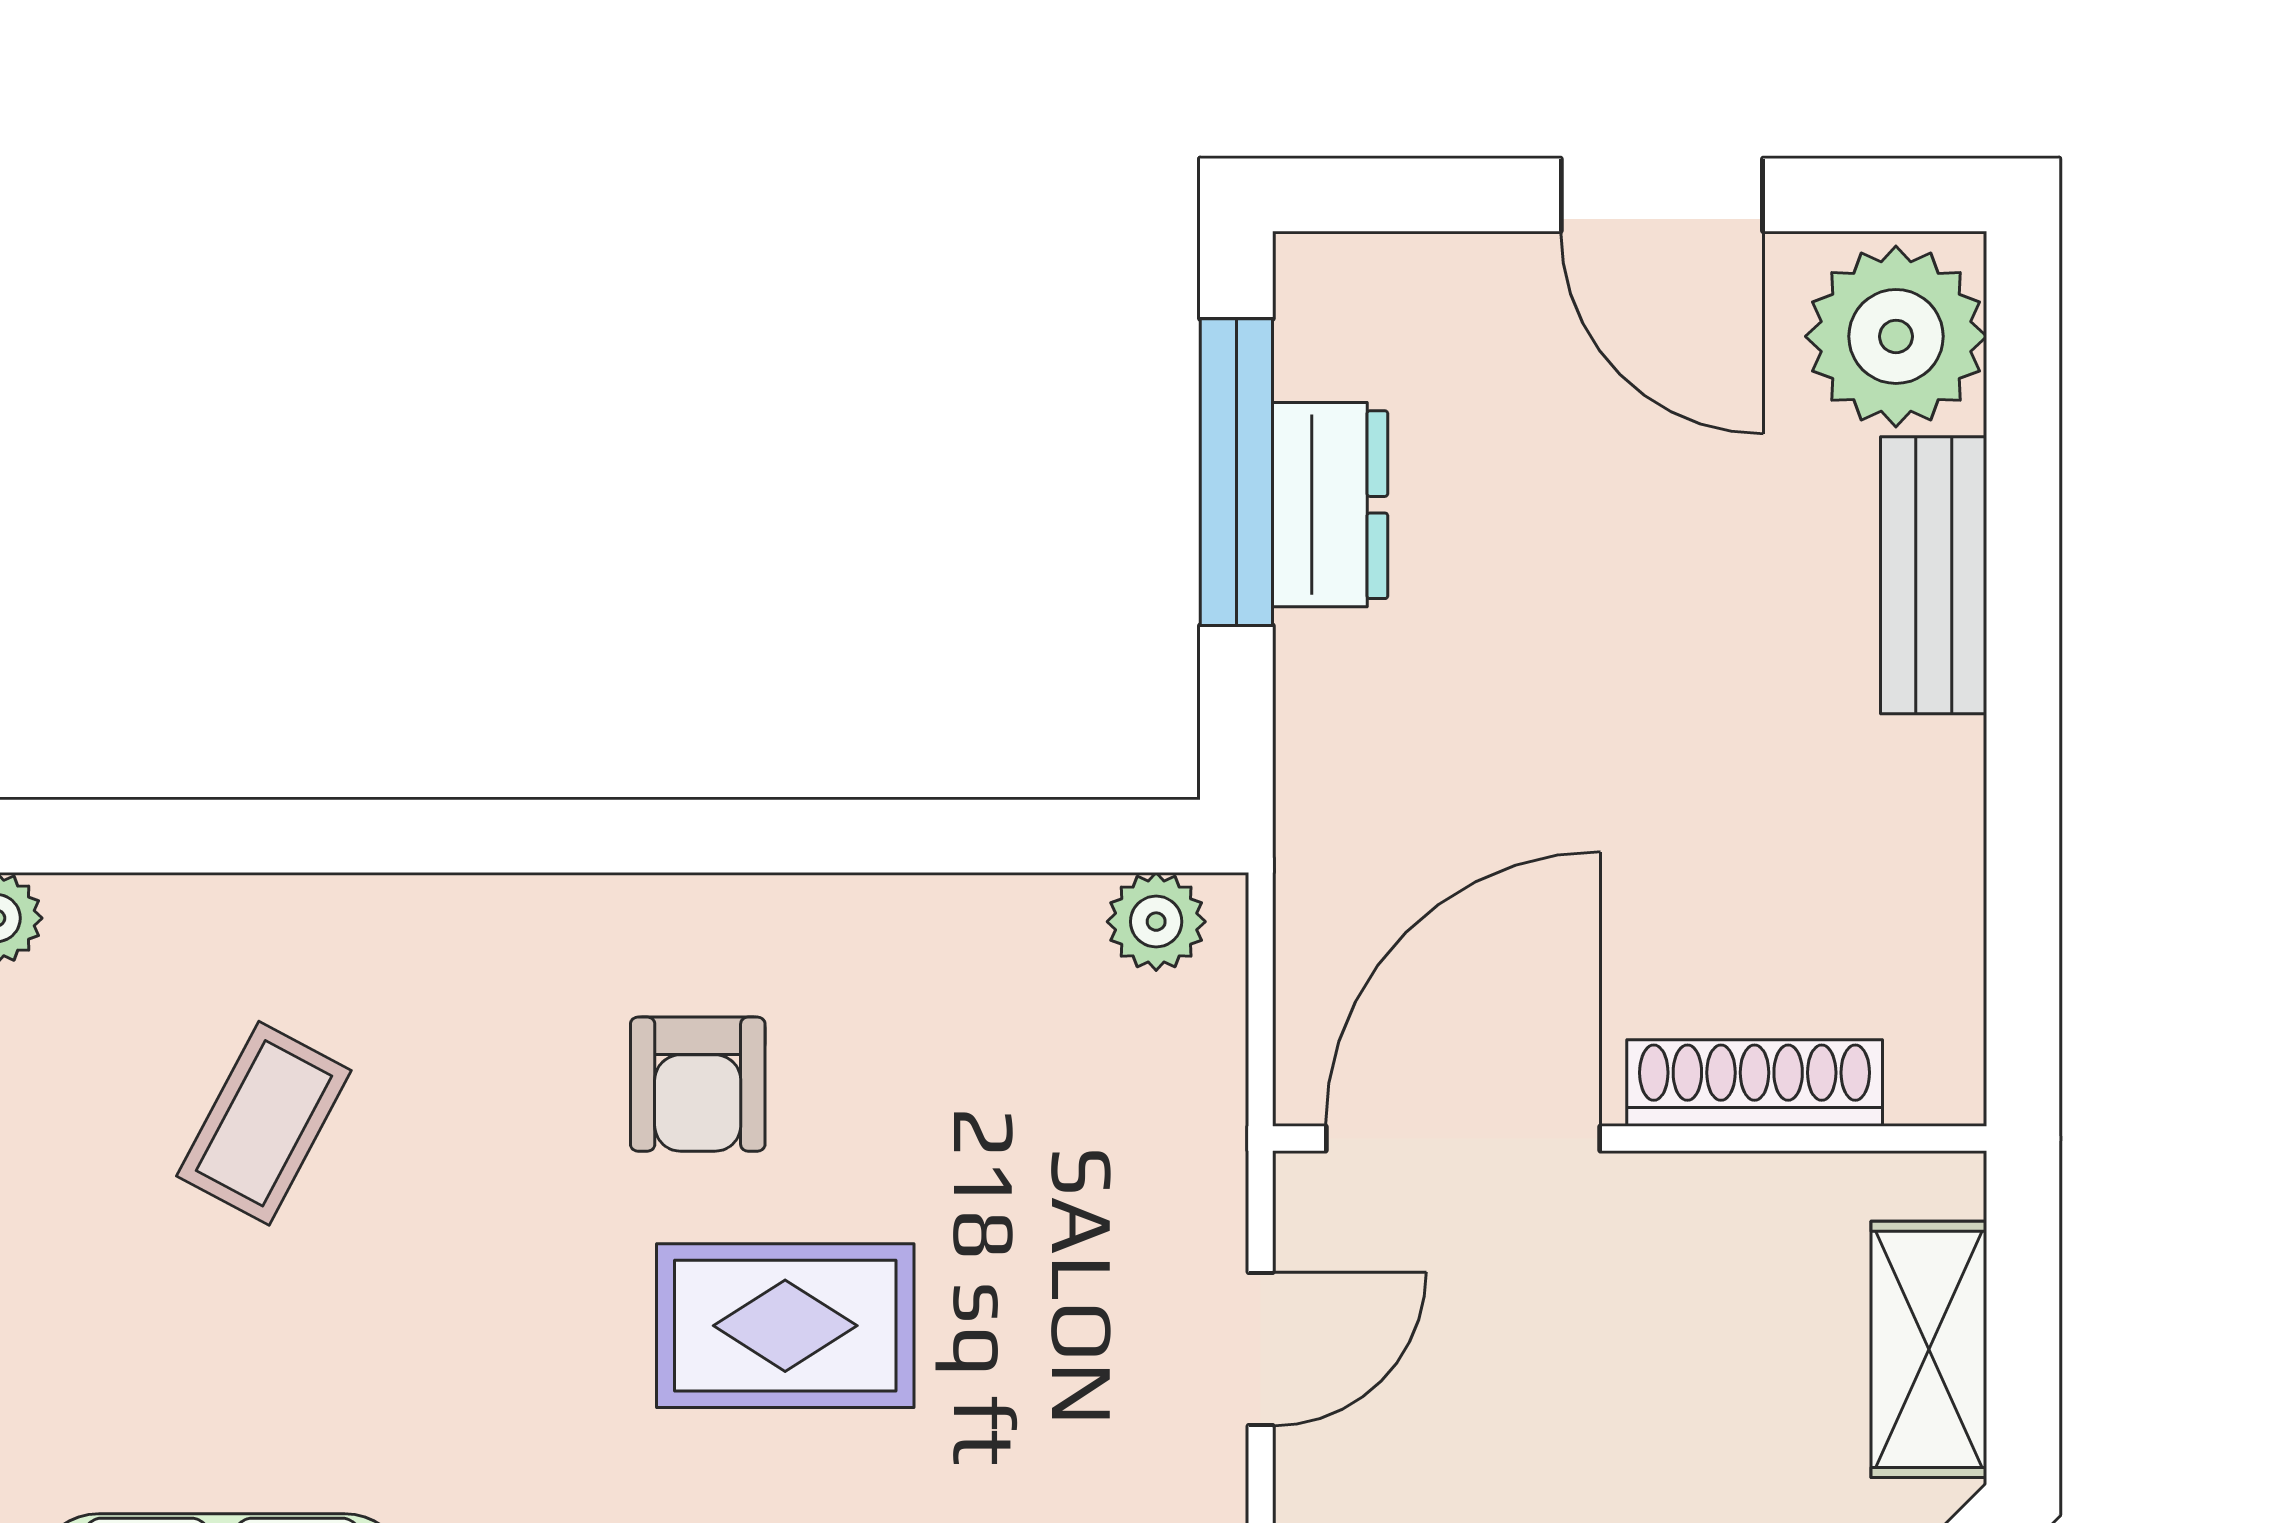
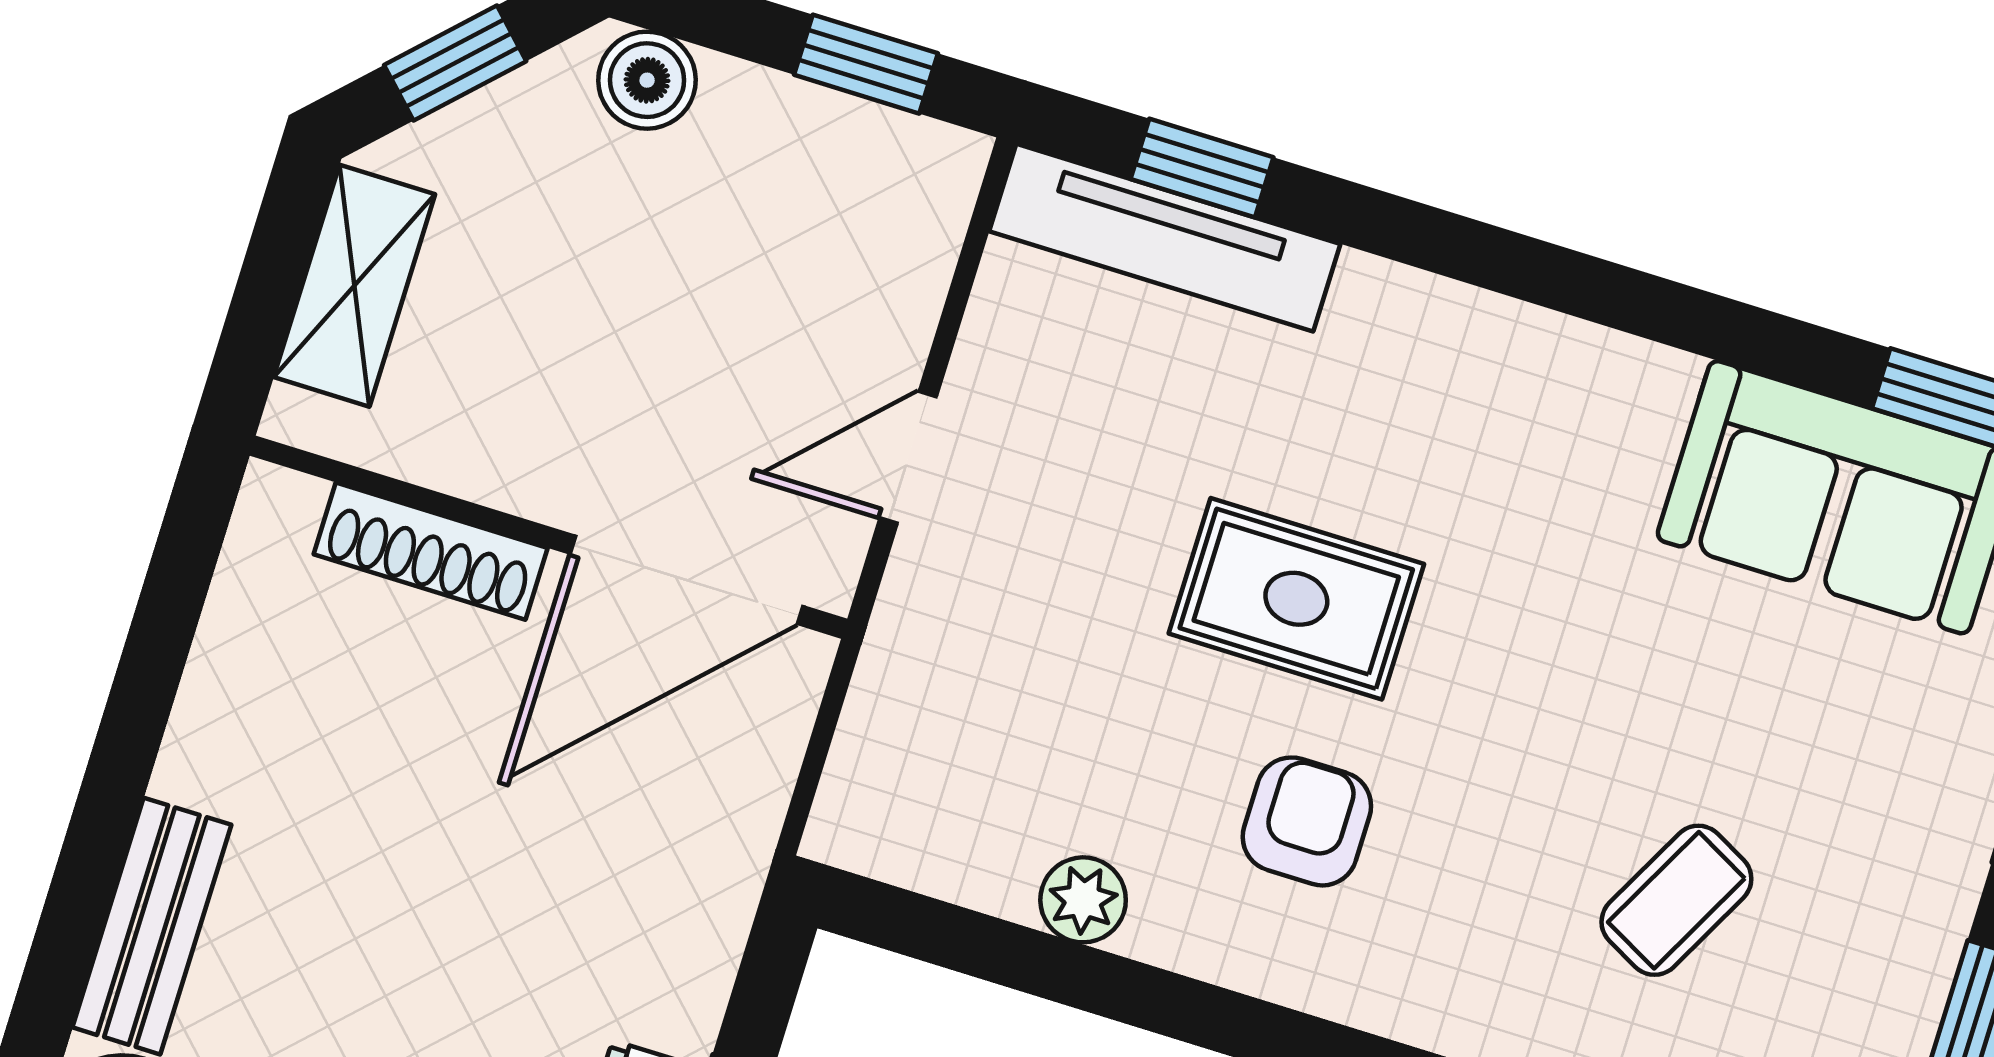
plant: (1156, 922) -> (1083, 900), moved

